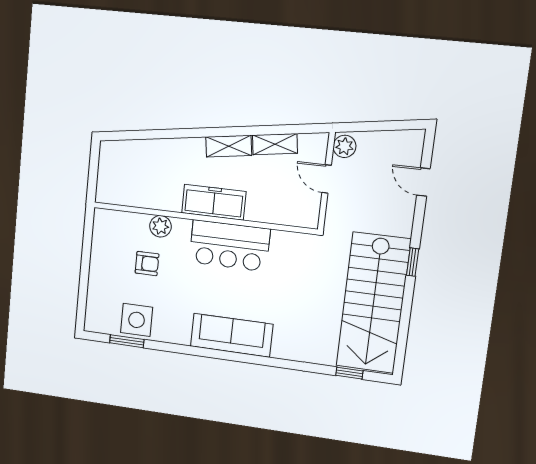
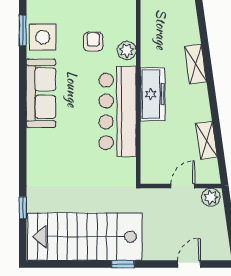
shelving: (229, 146) -> (195, 64), moved
bar counter: (229, 246) -> (118, 111), width x1.36
armchair: (147, 264) -> (93, 42), turned 180
sofa: (232, 335) -> (41, 93), moved
window: (349, 373) -> (23, 208), moved

